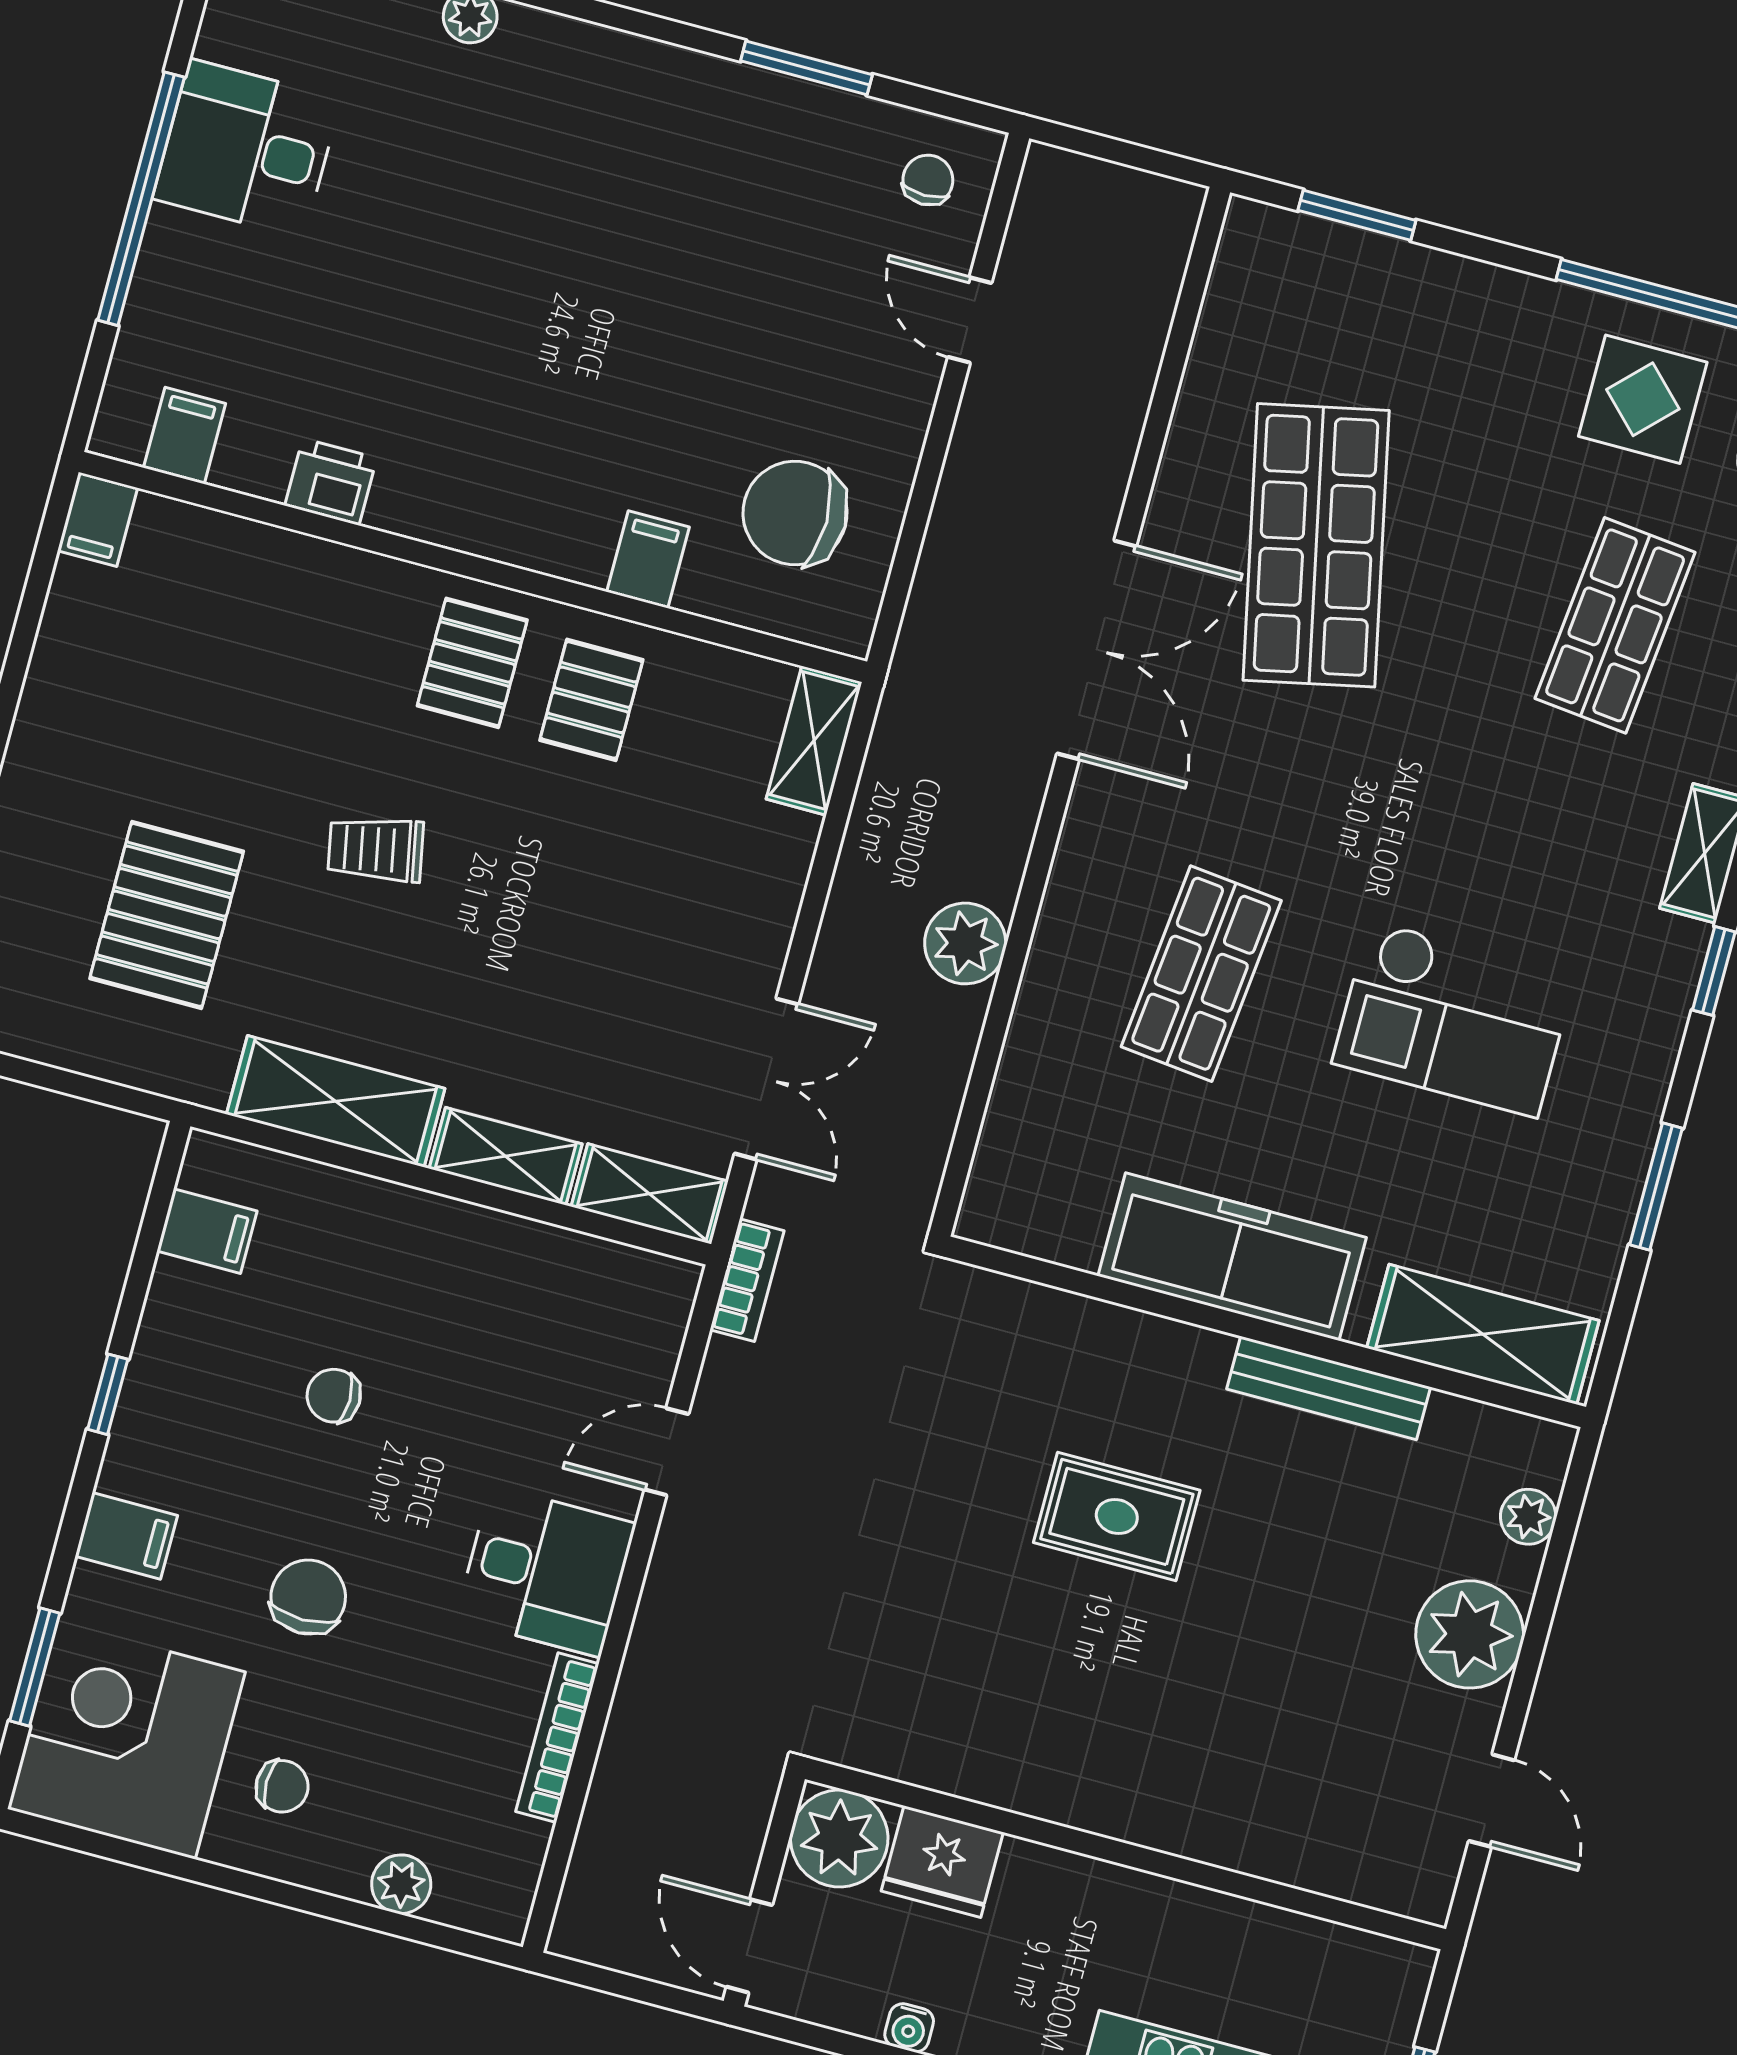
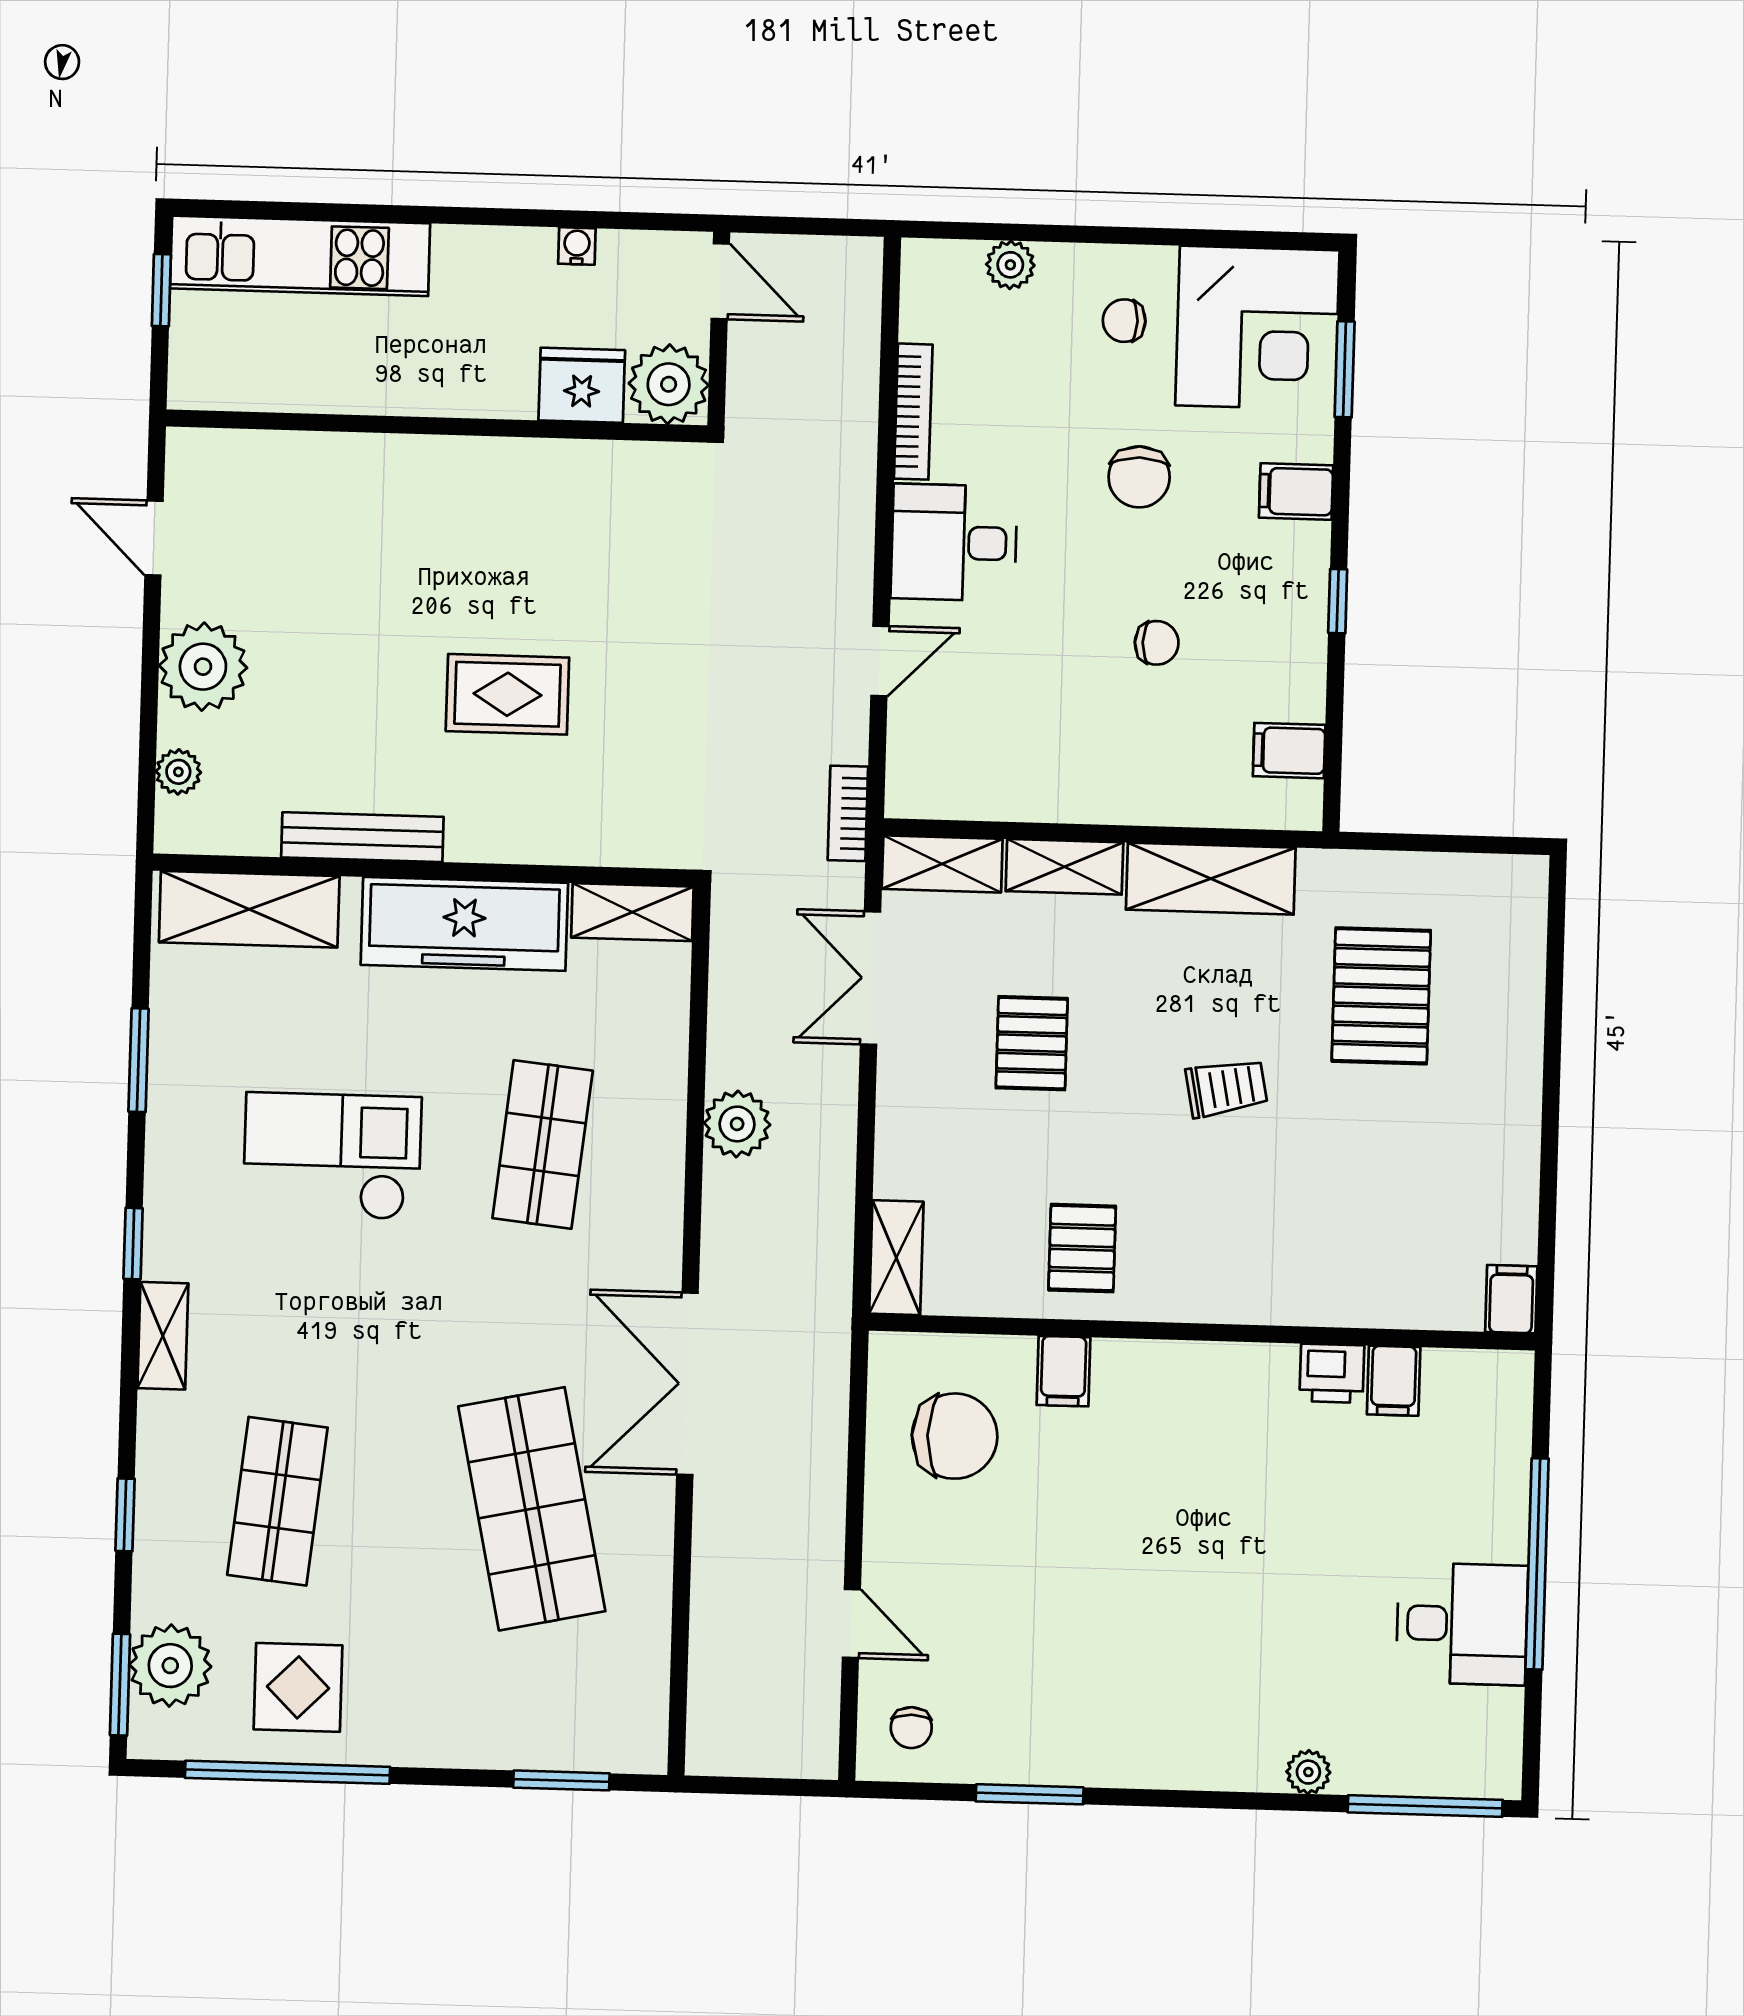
filing cabinet: (185, 436) -> (1394, 1381), moved
pallet: (472, 663) -> (1032, 1043), moved
shelving: (1030, 1224) -> (632, 912), added

